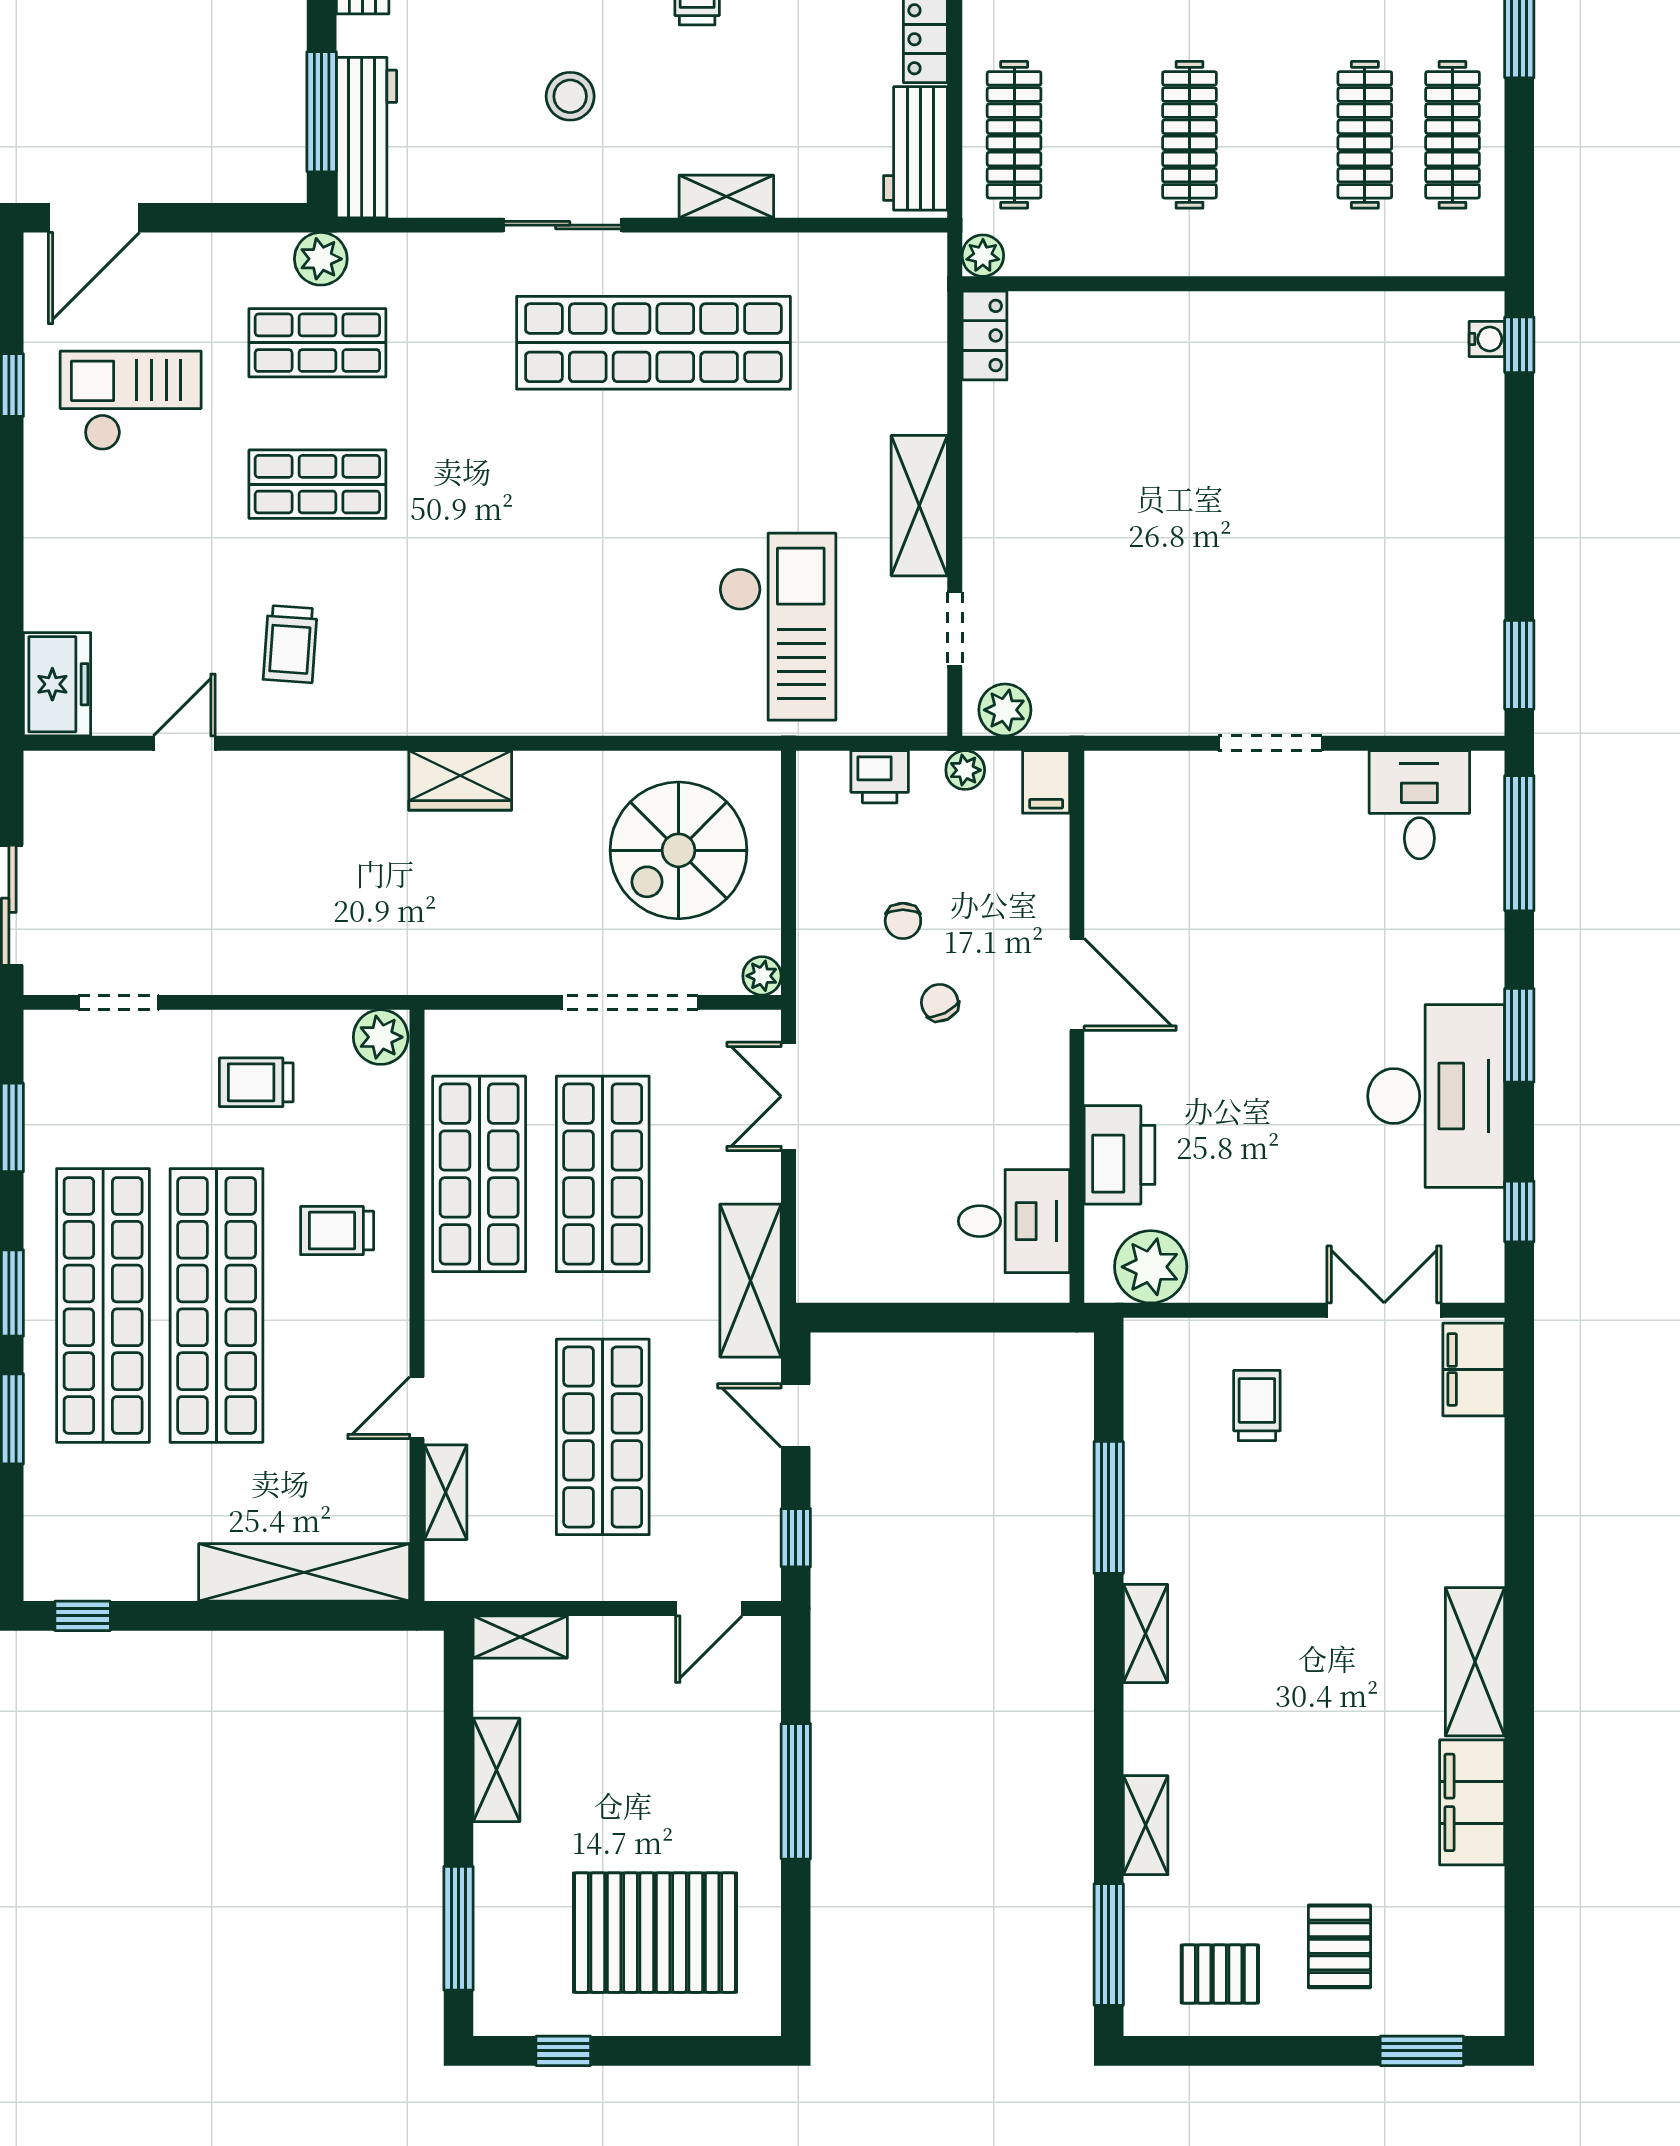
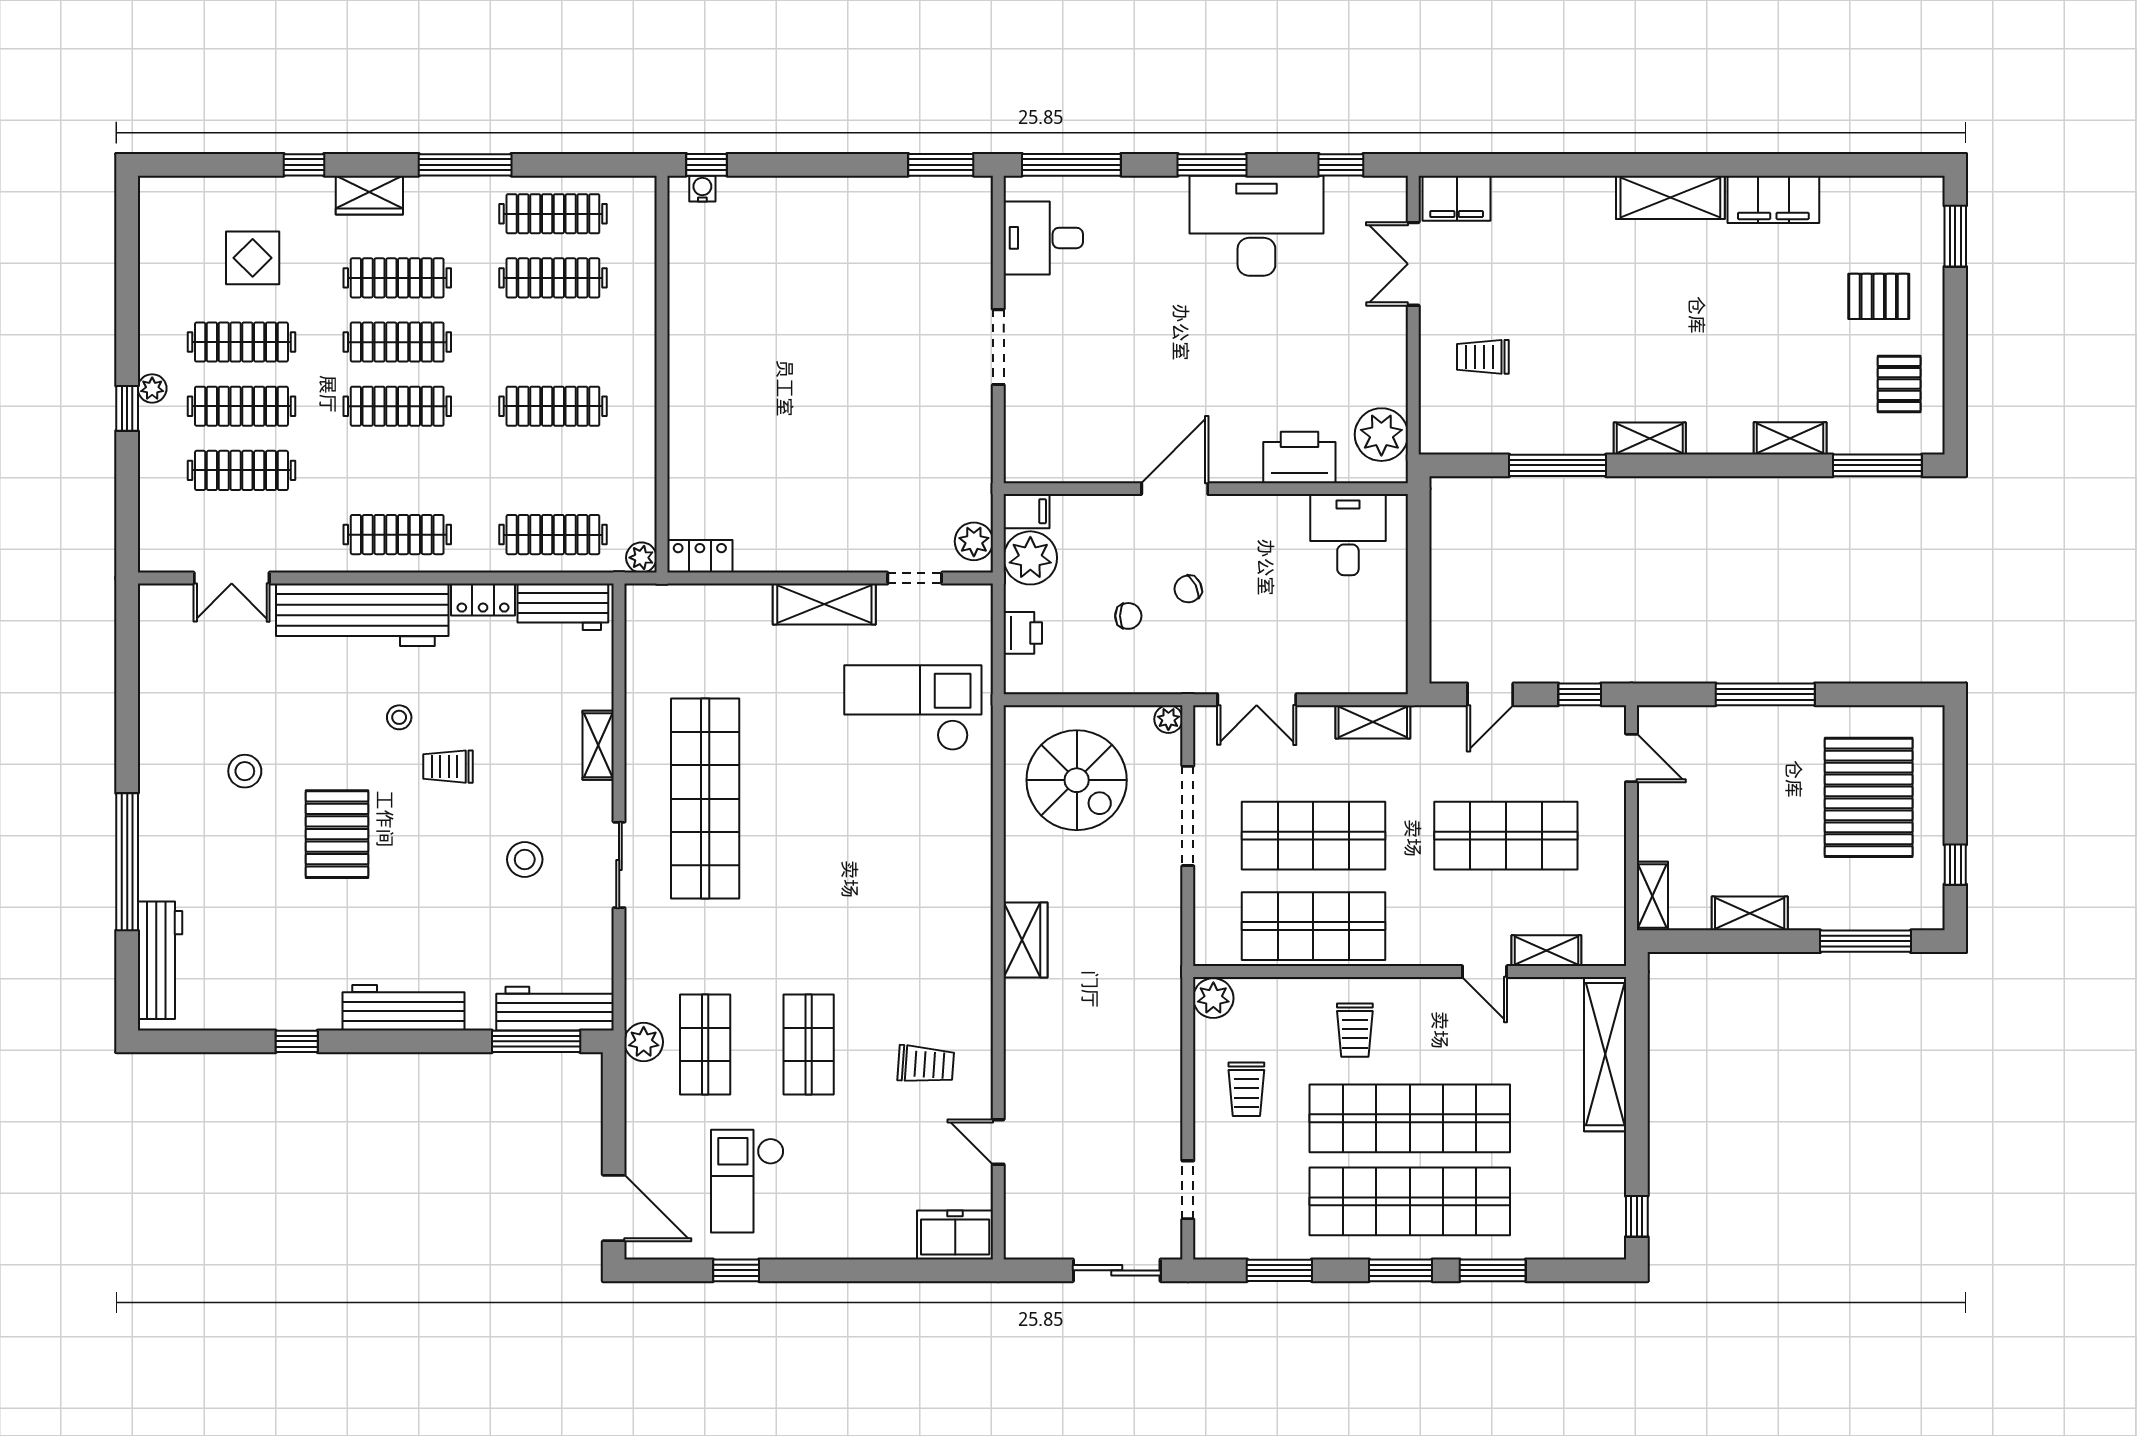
plant: (965, 770) -> (1030, 558), width x1.88, depth x1.88
shelving: (751, 1281) -> (1373, 722), width x0.67, depth x0.75

